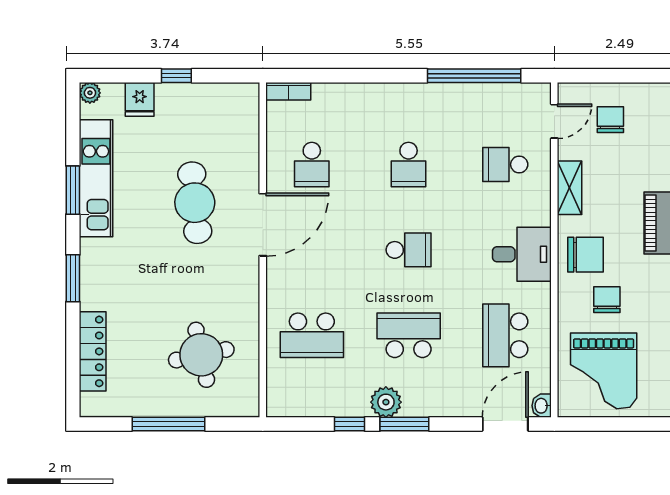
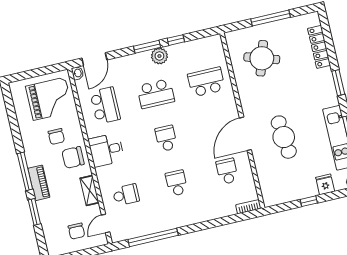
school desk: (409, 250) -> (166, 138), turned 90
round table: (201, 355) -> (262, 58), turned 30
grand piano: (604, 371) -> (49, 99), turned 90

